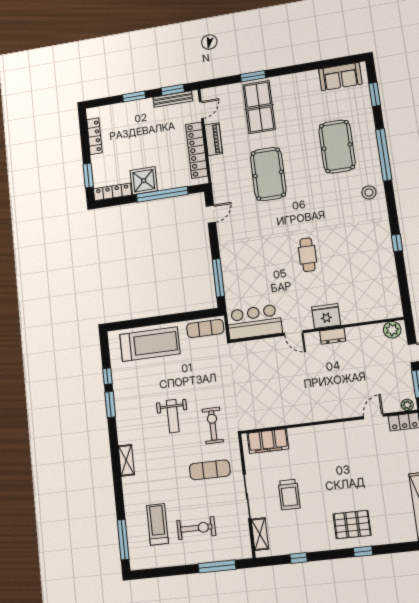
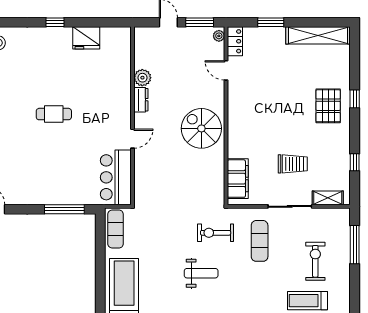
fridge: (326, 316) -> (86, 38), moved, turned -90
plant: (392, 330) -> (142, 78), moved
spiral stairs: (312, 399) -> (201, 128), added

